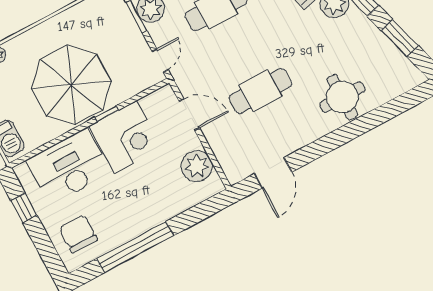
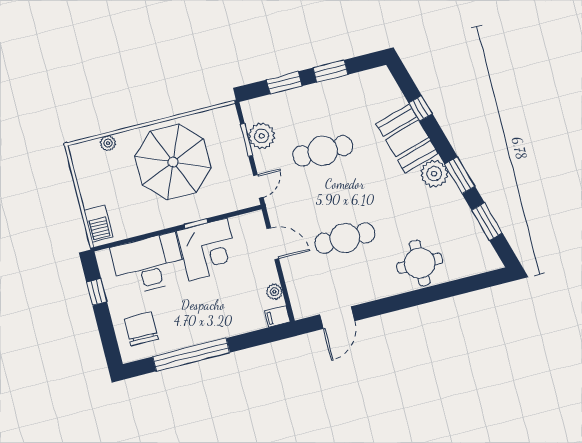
parasol: (71, 85) -> (173, 162), moved
plant: (197, 166) -> (274, 292), width x0.53, depth x0.53
filing cabinet: (212, 187) -> (277, 316), added

